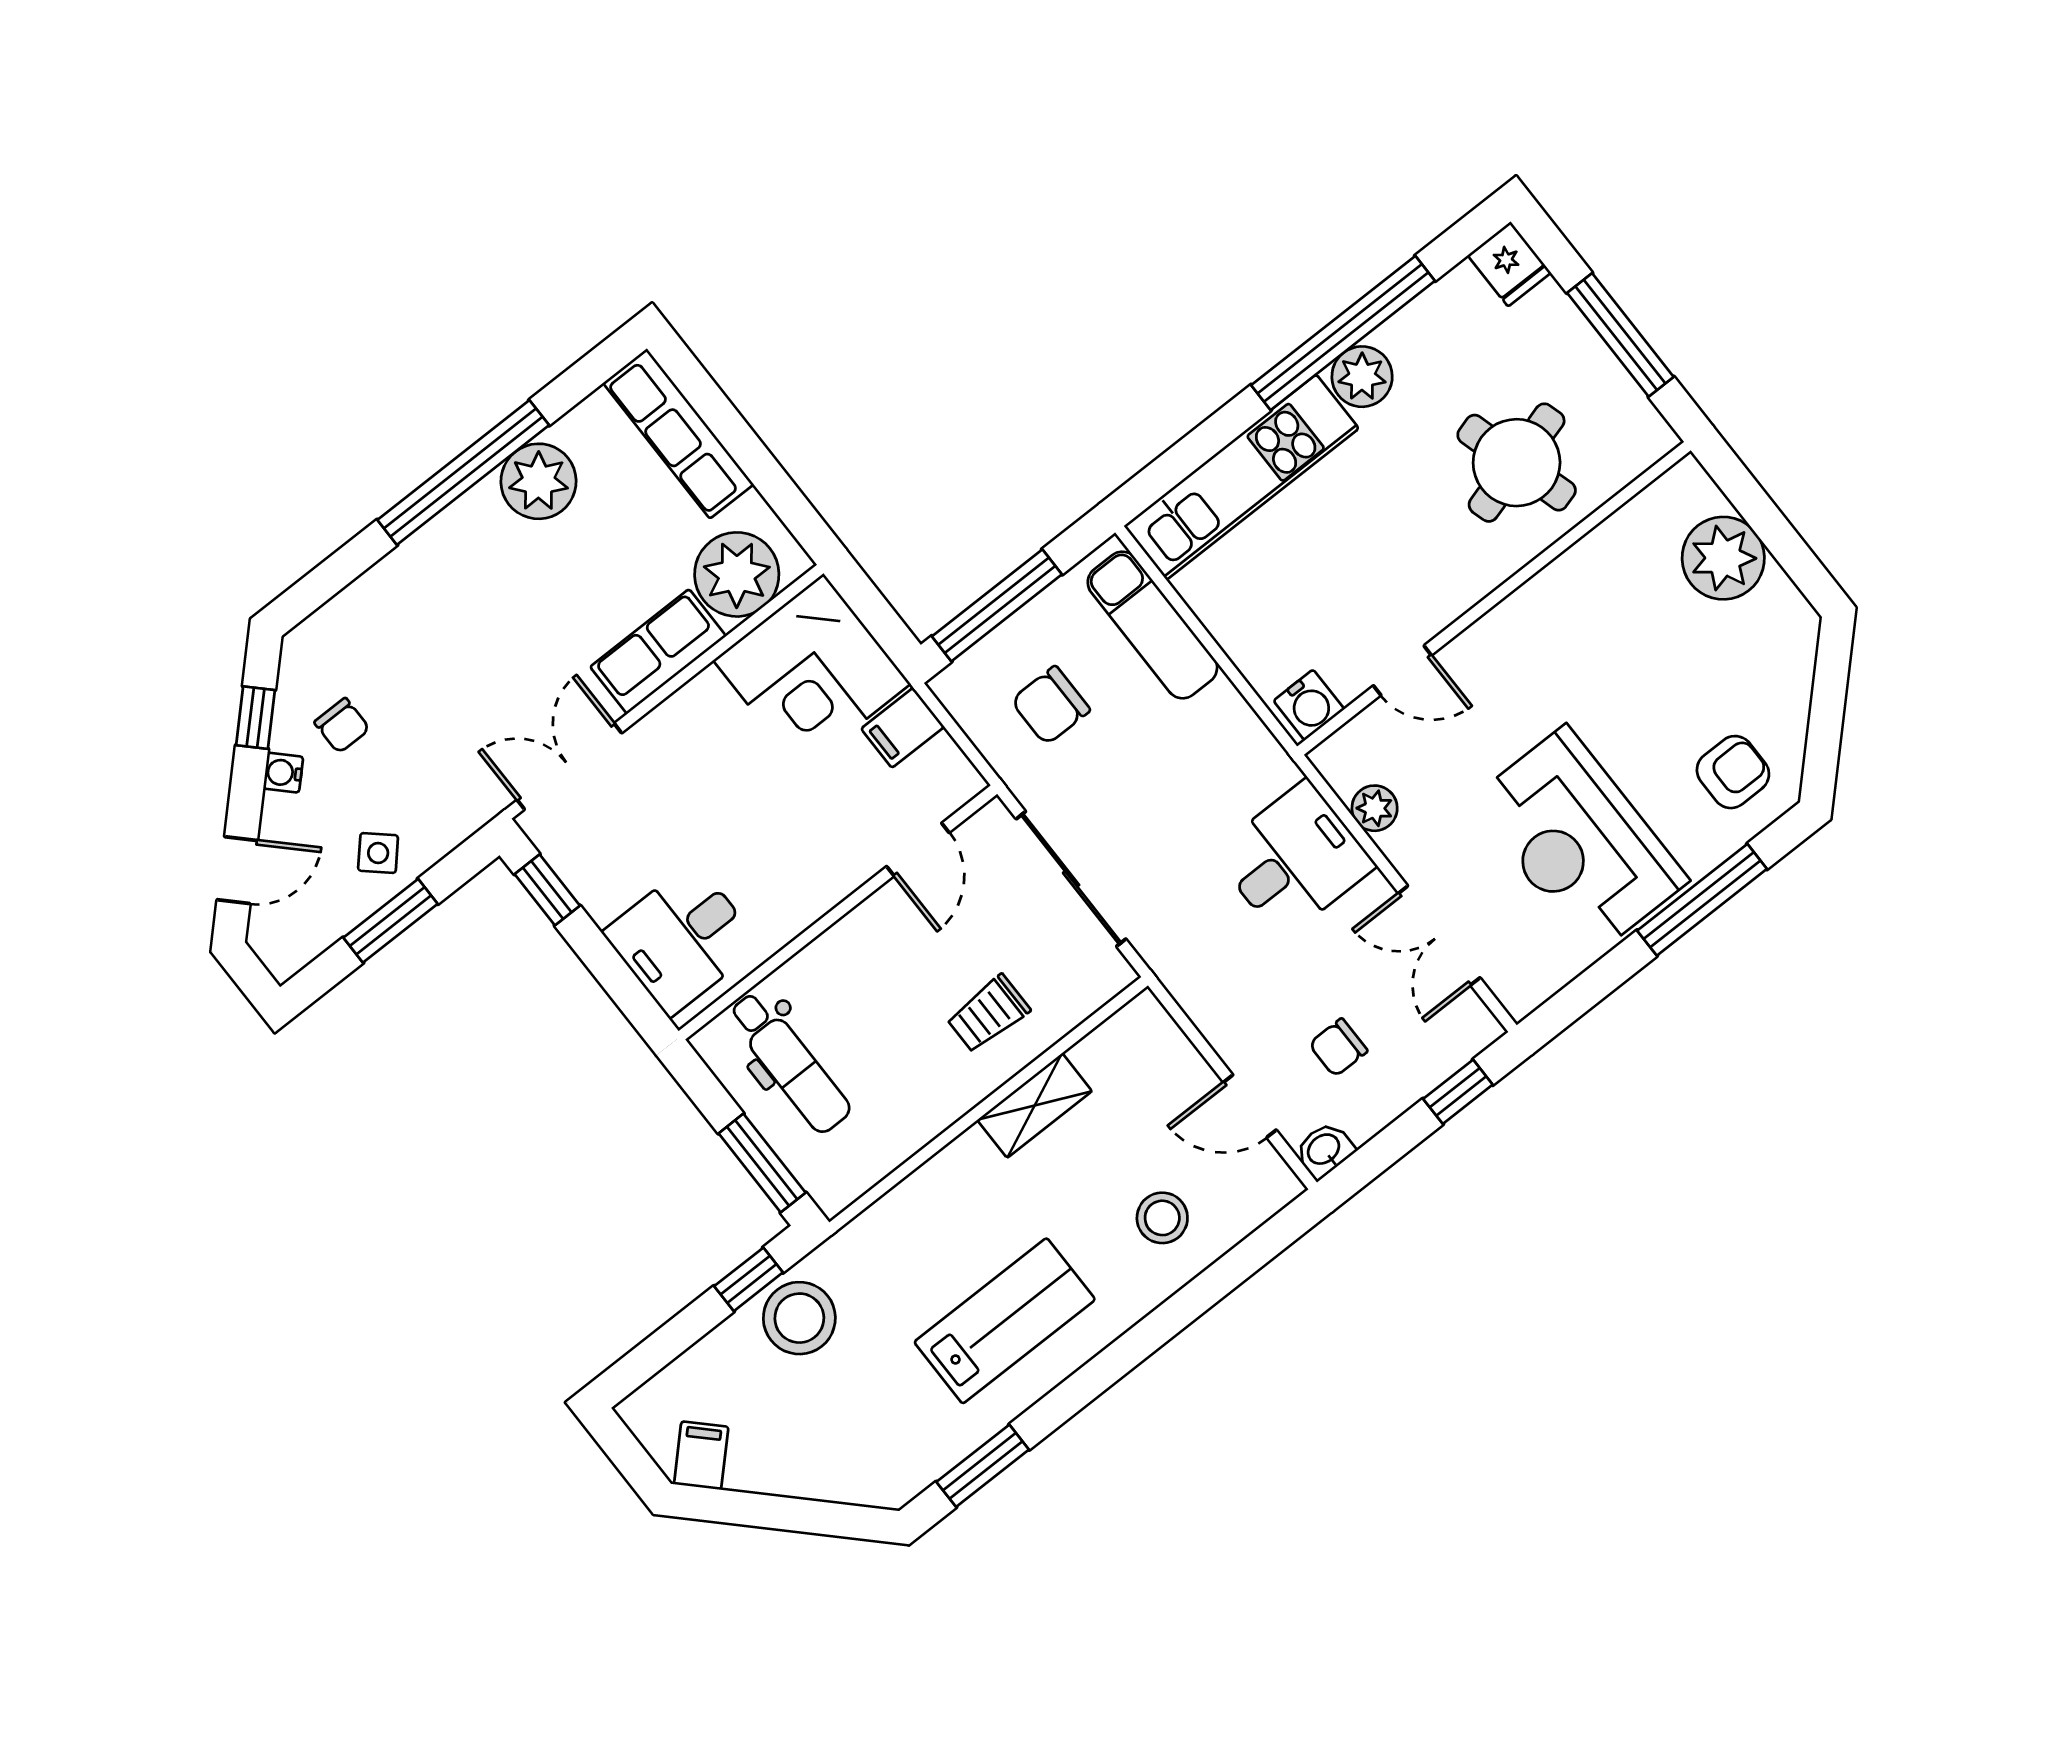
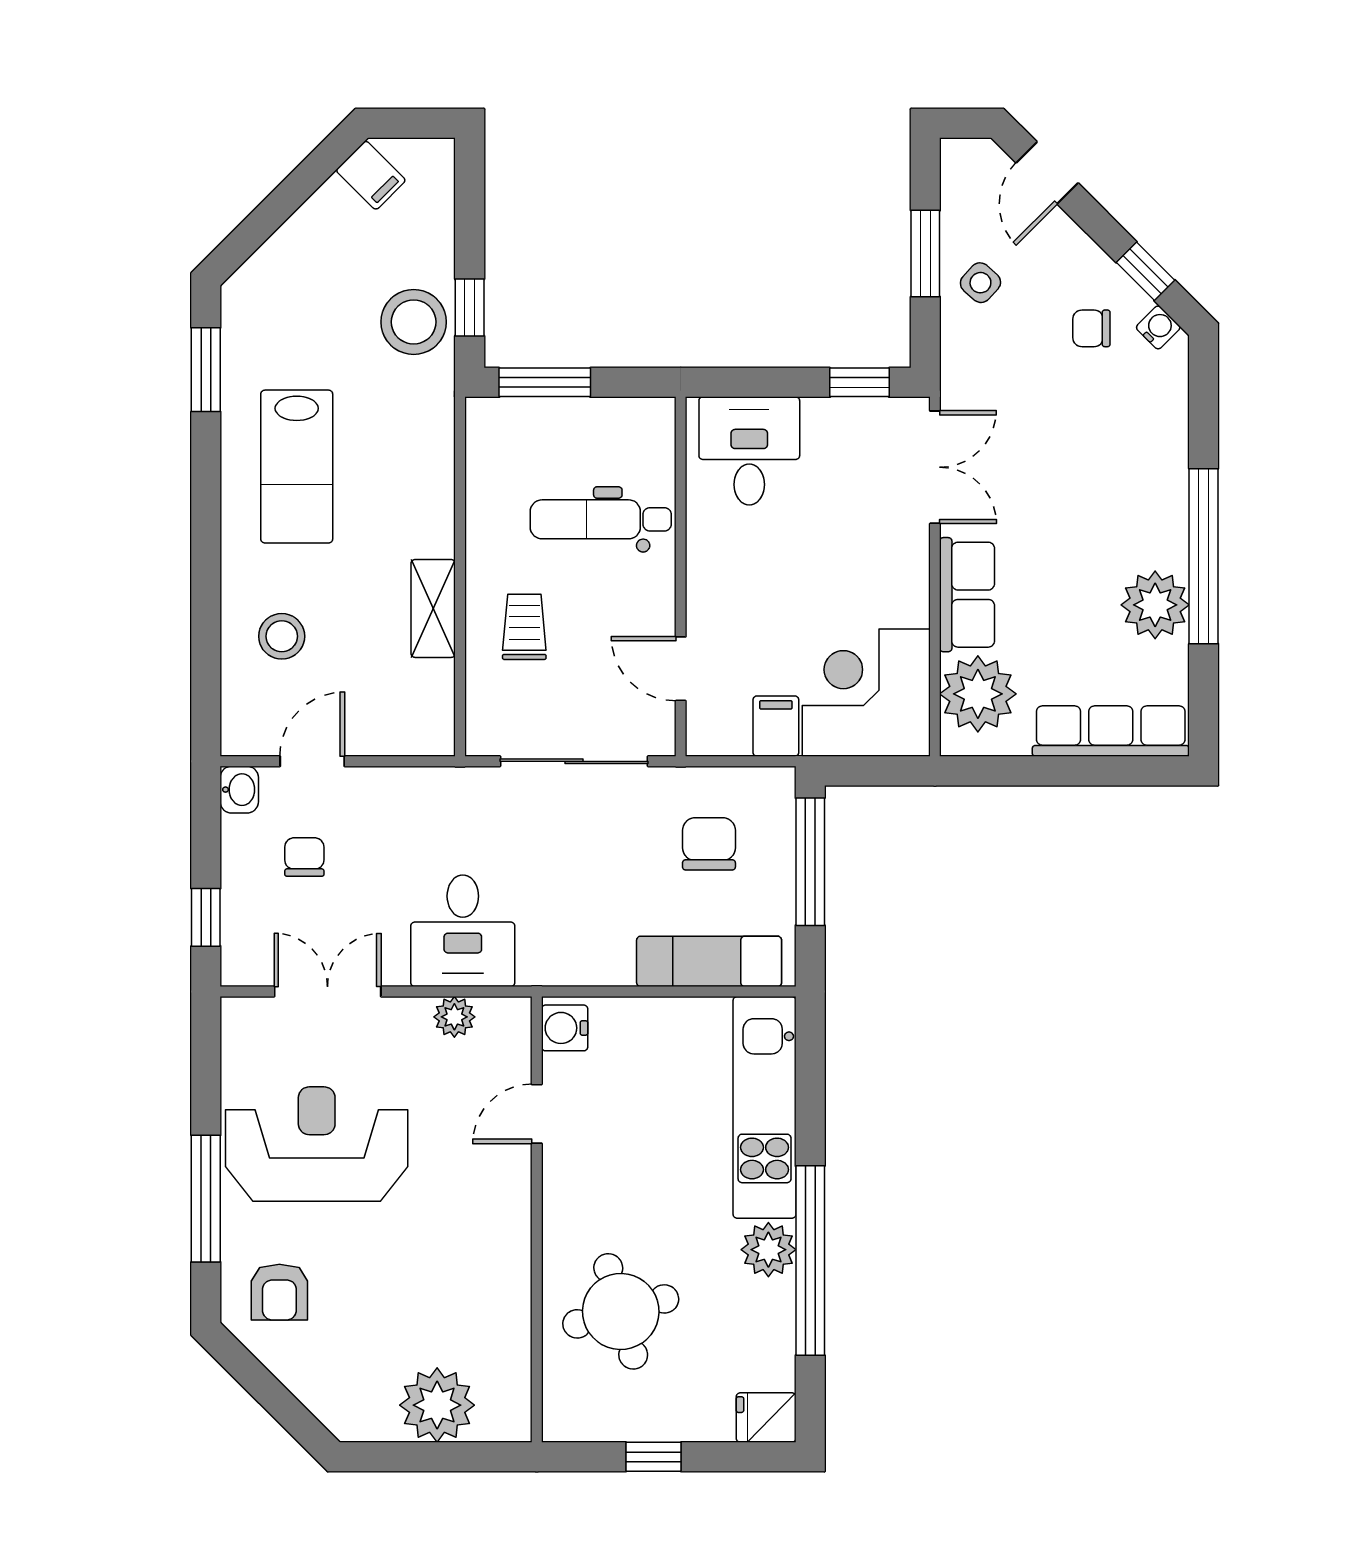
window: (1620, 335) -> (654, 1457), width x0.46
water cooler: (283, 773) -> (1158, 327), moved
dental chair: (789, 1062) -> (601, 519), moved

